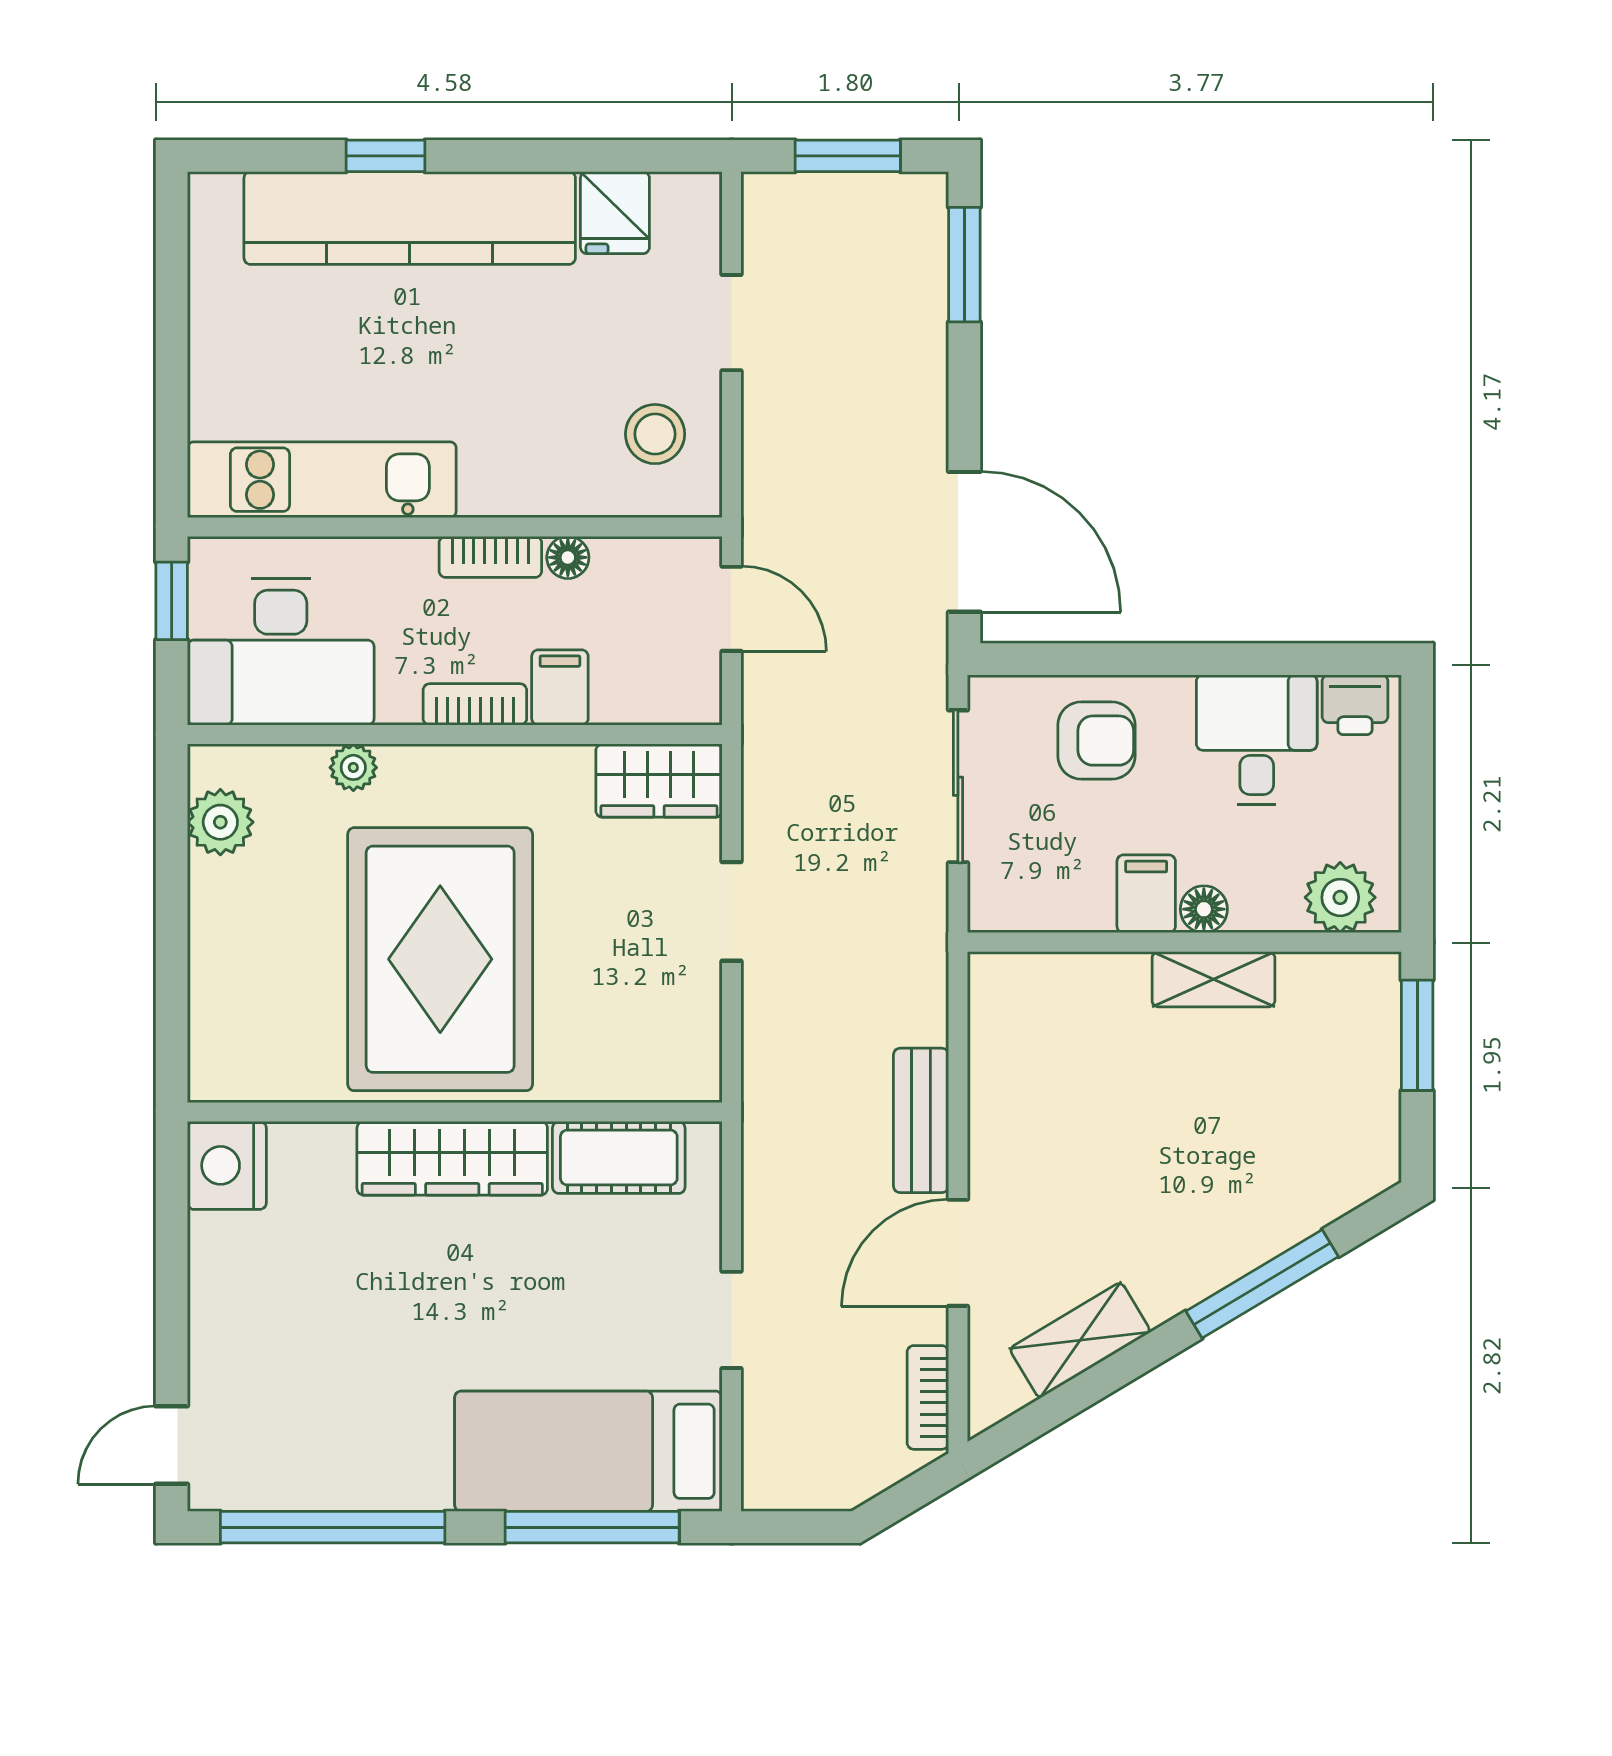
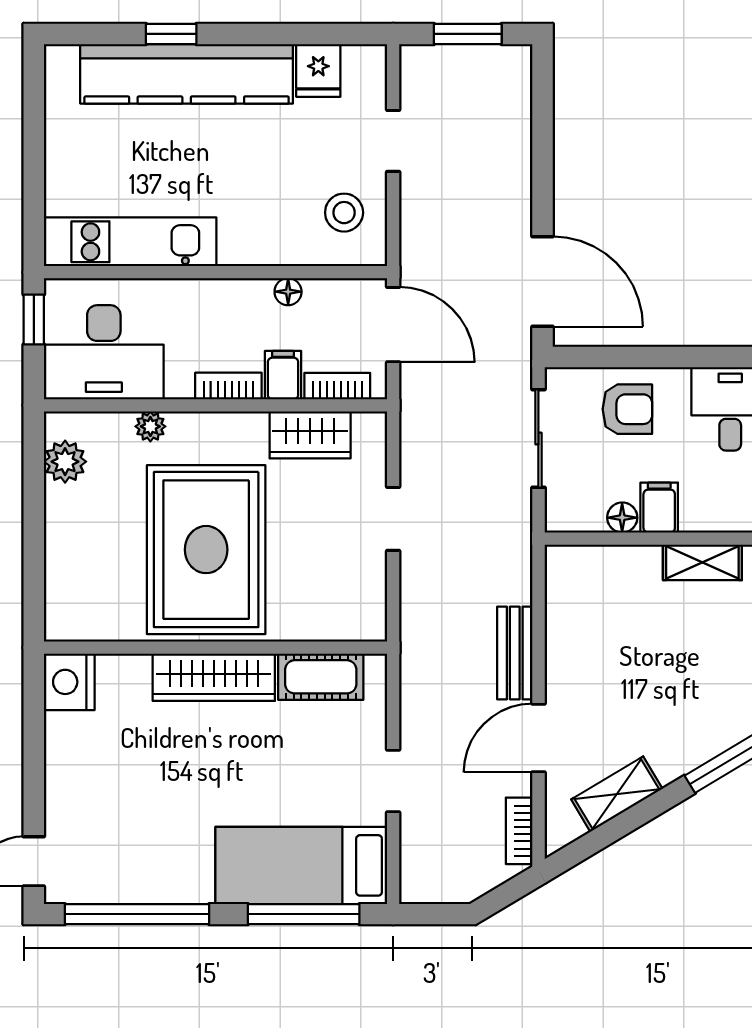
window: (964, 265) -> (543, 104), removed
bookcase: (490, 557) -> (337, 386), moved, turned 180
door: (732, 609) -> (393, 325), width x1.38
wardrobe: (659, 781) -> (310, 435), moved
floor lamp: (1204, 909) -> (622, 518), moved

